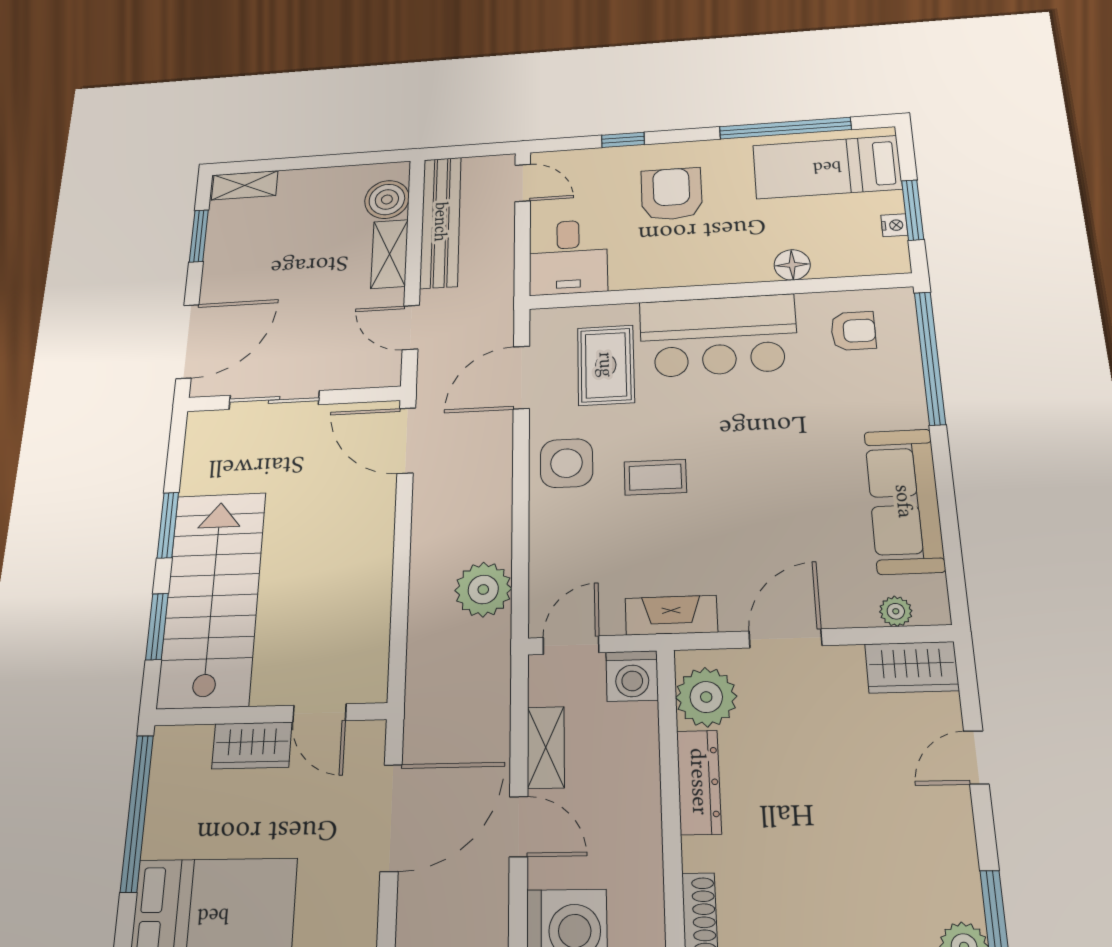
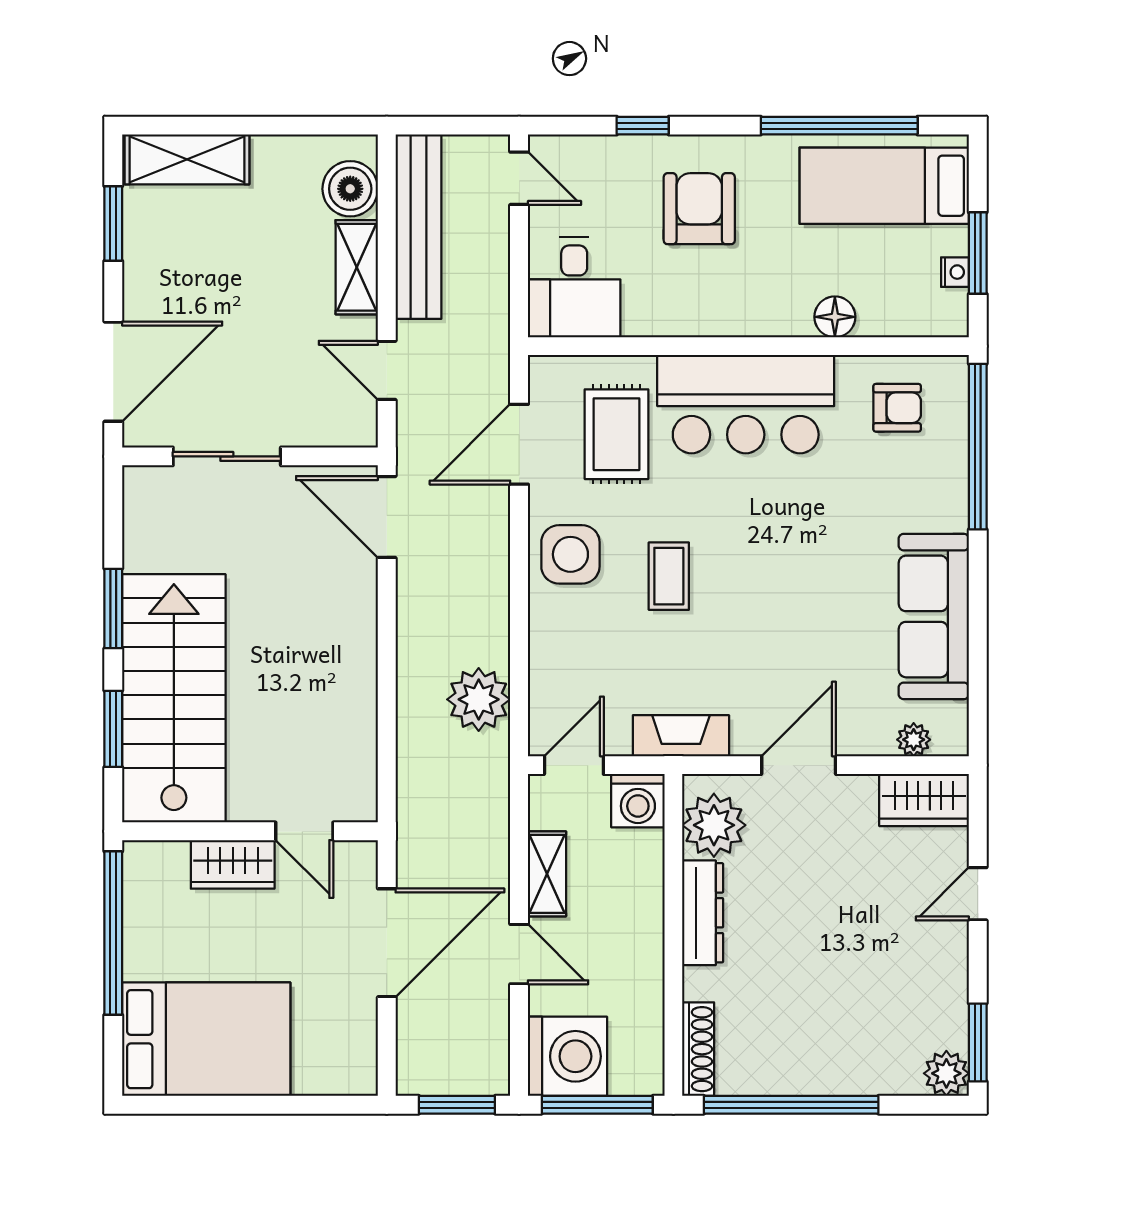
shelving: (245, 185) -> (187, 159), width x1.50, depth x1.33
coffee table: (655, 477) -> (669, 576), turned 90

